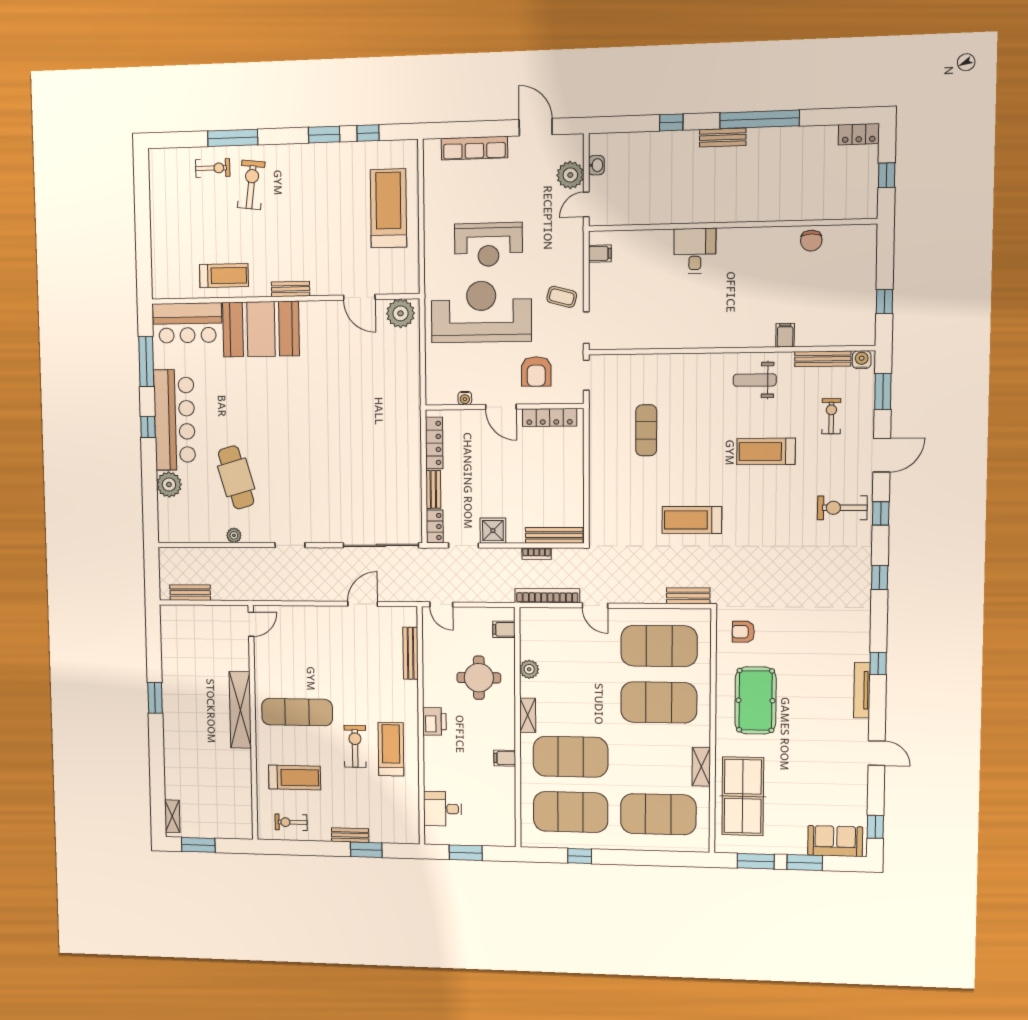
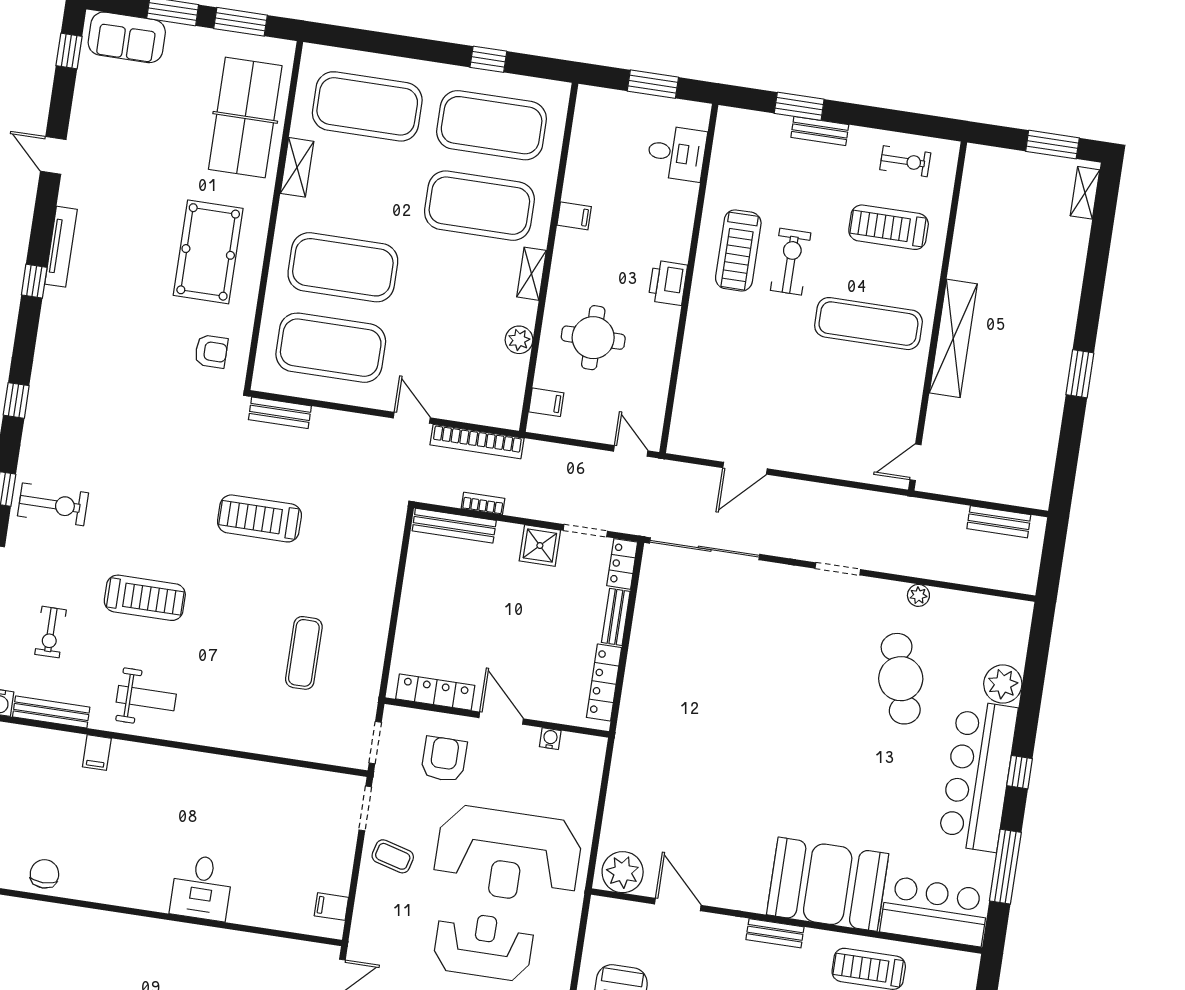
treadmill: (692, 520) -> (259, 518), turned 180
bench: (411, 653) -> (687, 387), removed
exercise bike: (355, 746) -> (791, 262), turned 180

